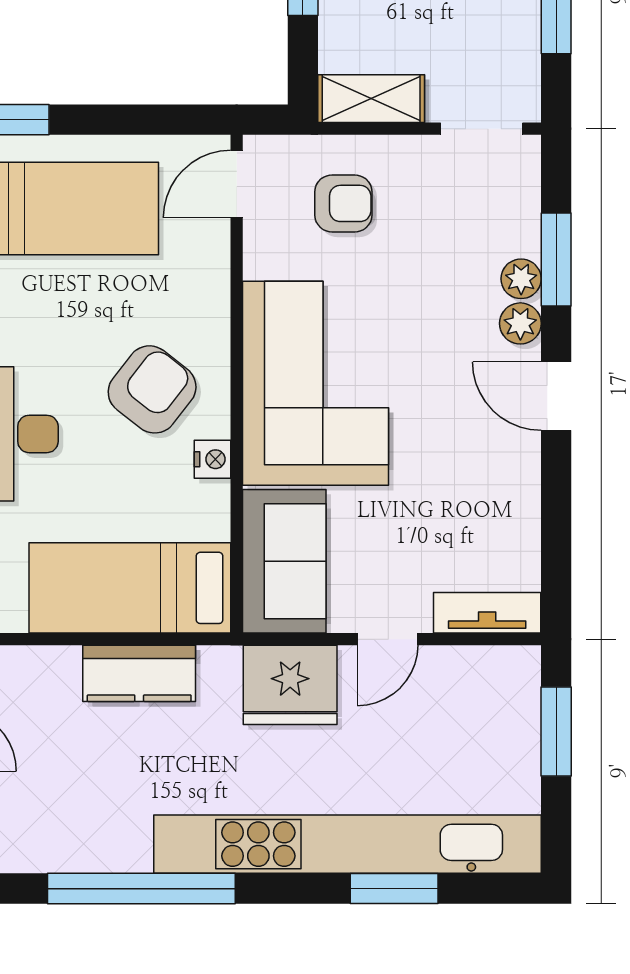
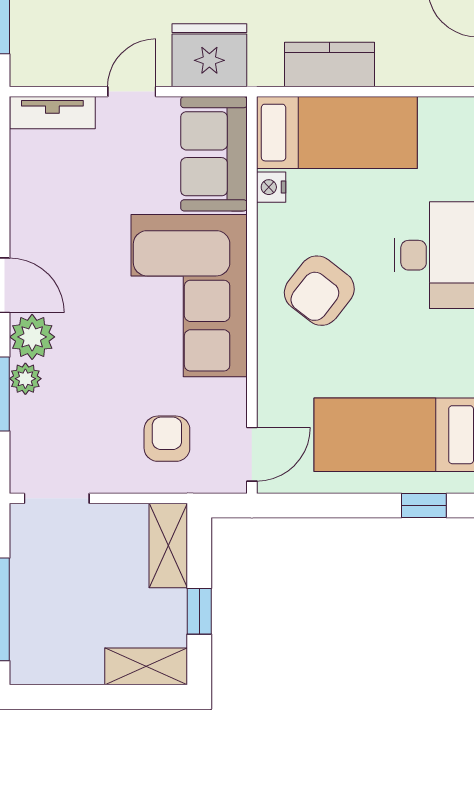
shelving: (371, 99) -> (168, 546), moved, turned 90
armchair: (343, 203) -> (167, 439), turned 90
plant: (520, 323) -> (32, 337), width x1.38, depth x1.38
nightstand: (213, 459) -> (271, 187), moved

